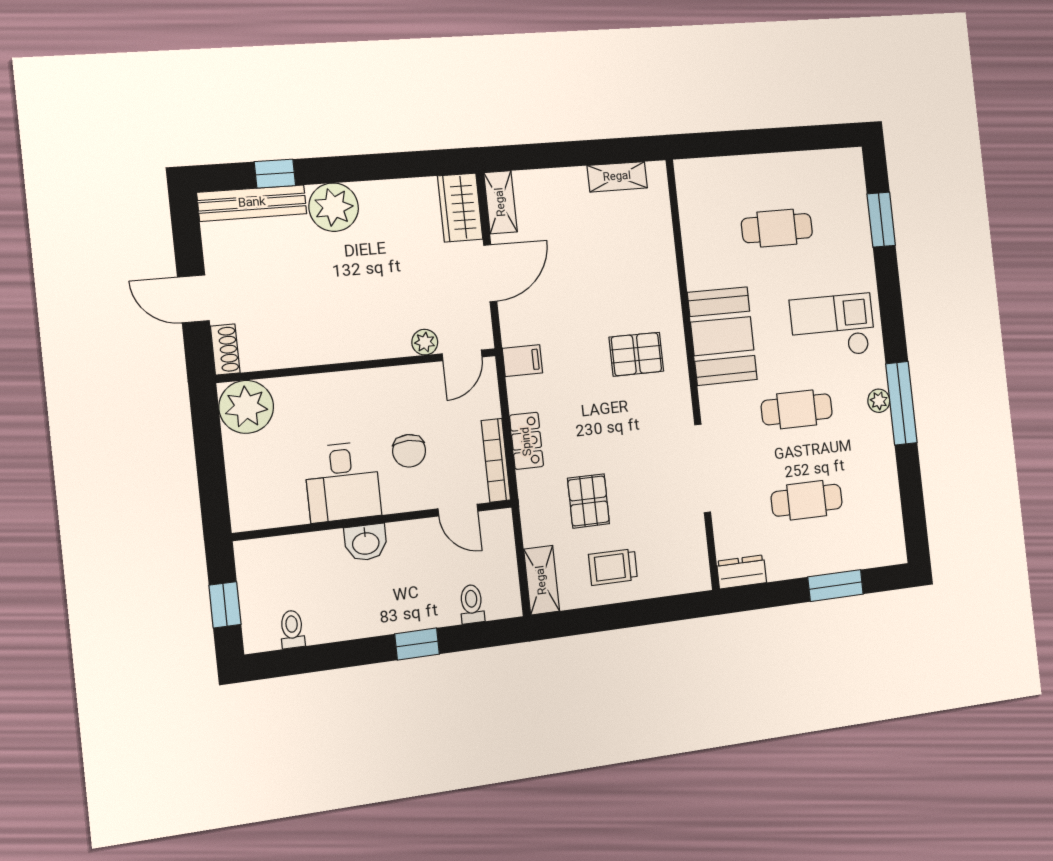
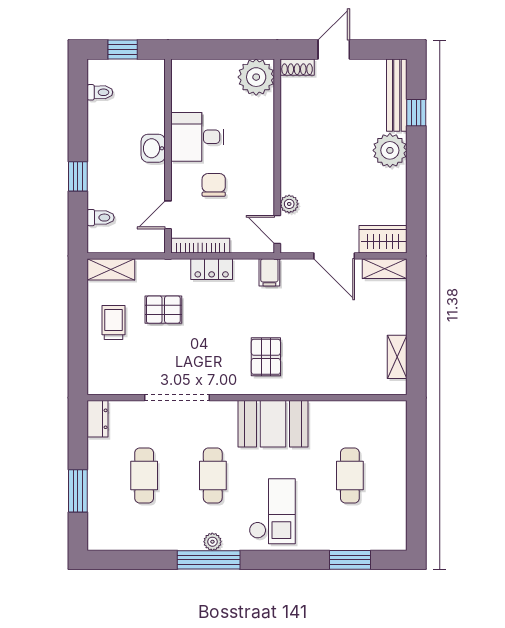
chair: (409, 451) -> (214, 185), turned 90

